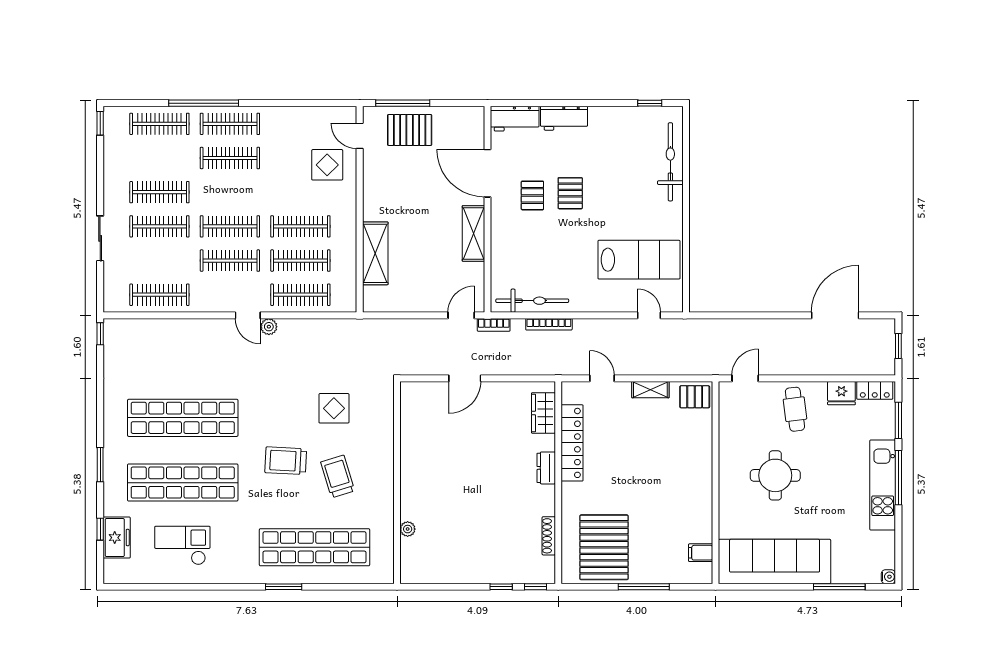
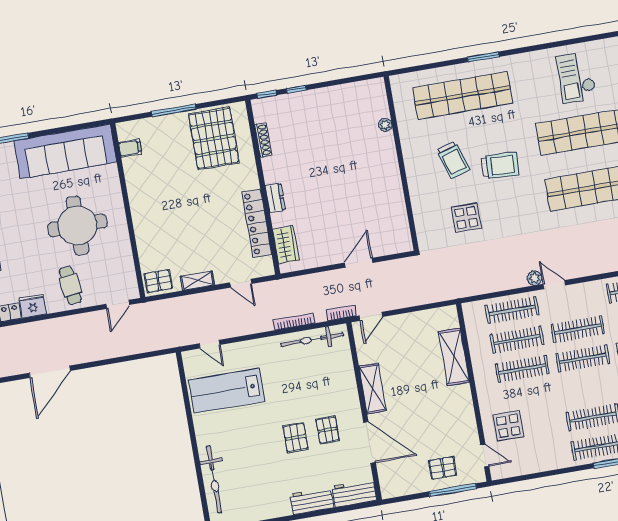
pallet: (410, 130) -> (443, 468), width x0.67, depth x0.71
round table: (775, 475) -> (77, 225), width x1.36, depth x1.36
checkout: (182, 545) -> (576, 77), turned 90

